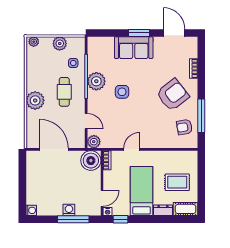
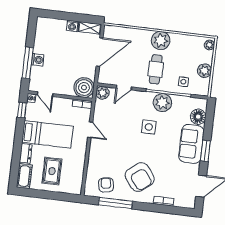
floor lamp: (106, 44) -> (198, 117), added
cafe table: (64, 92) -> (156, 69), turned 90
plant: (35, 100) -> (161, 40), moved
shelving: (31, 162) -> (90, 28), added
washing machine: (31, 210) -> (72, 26), moved

